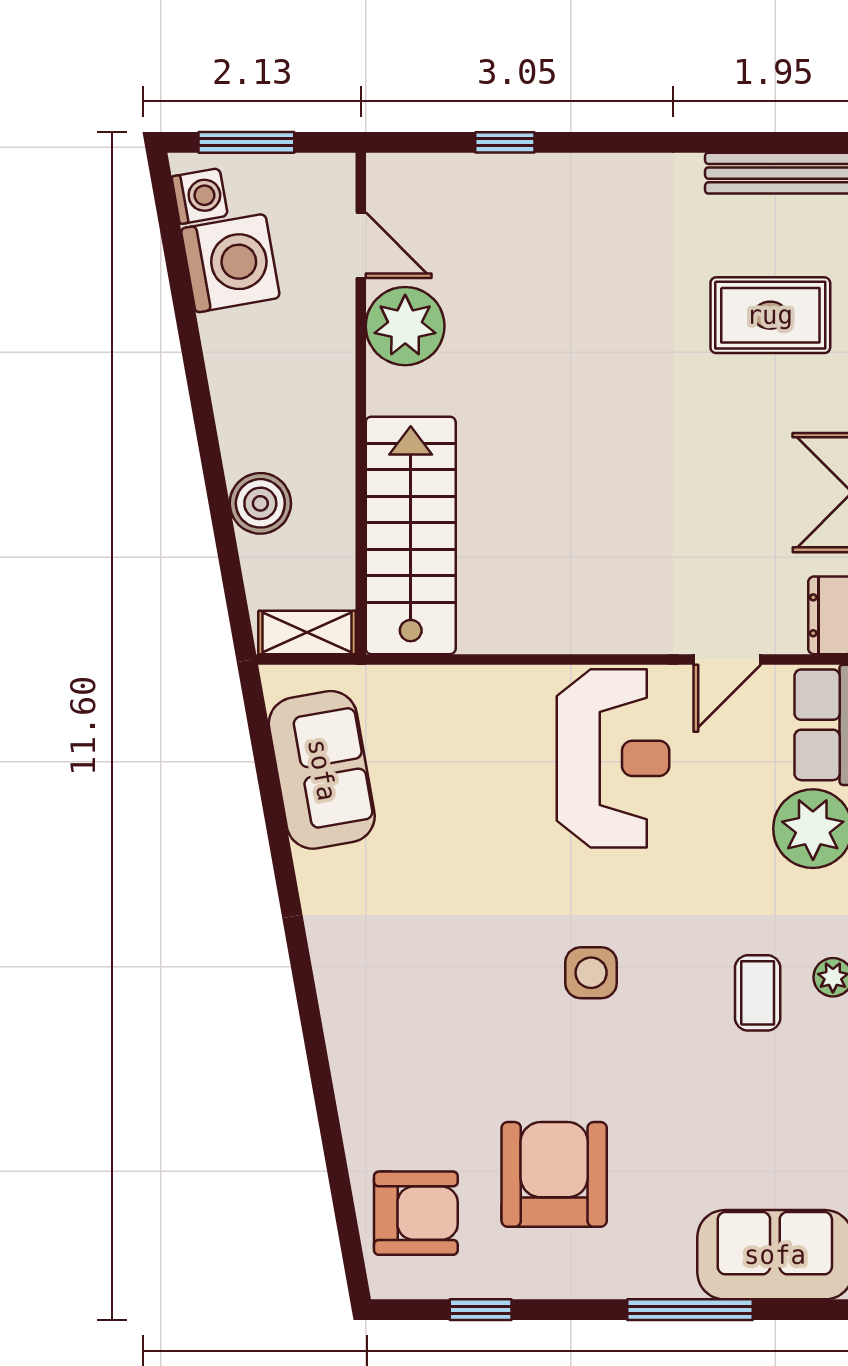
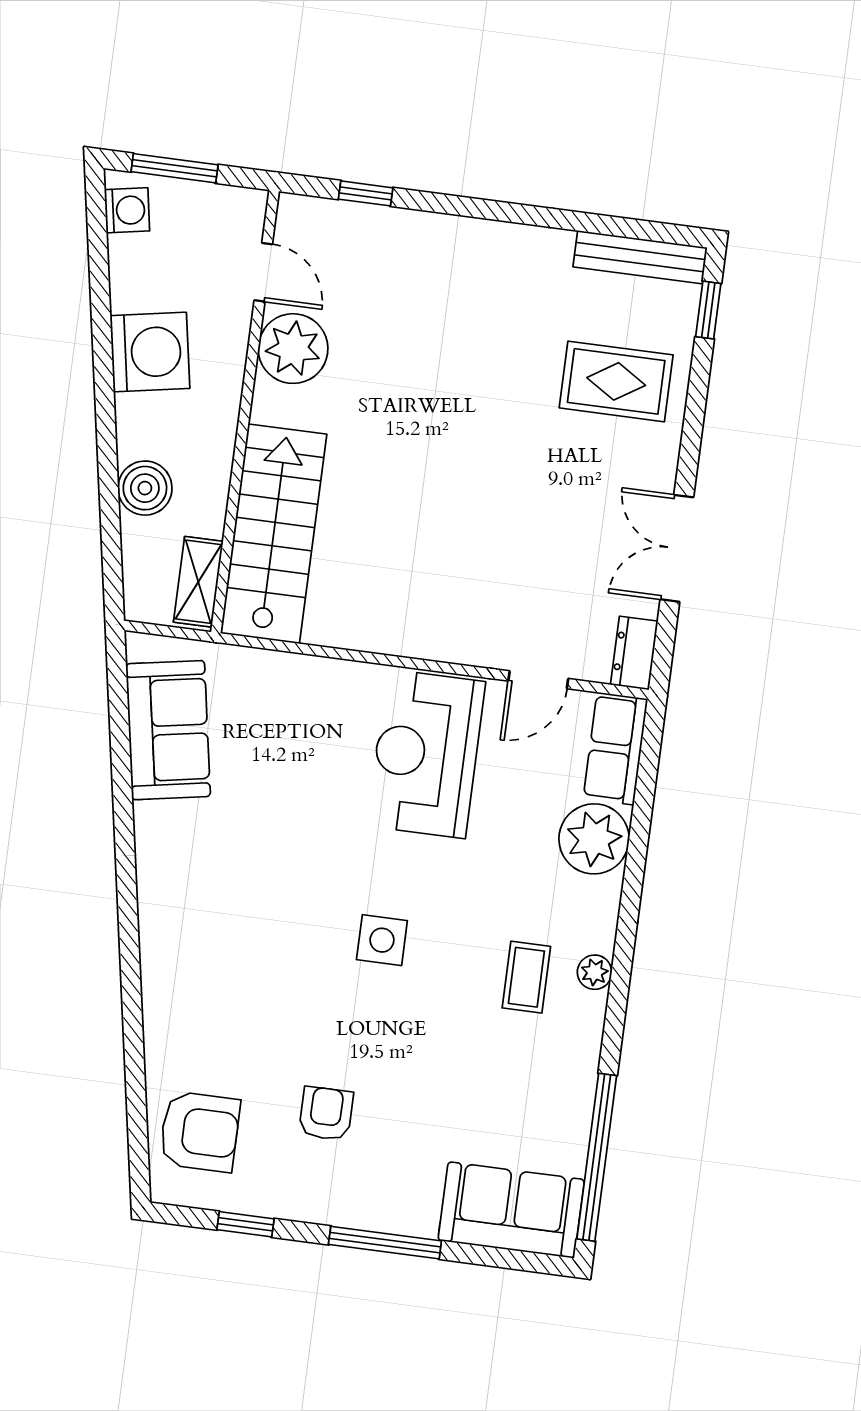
window: (505, 142) -> (366, 193), moved
washing machine: (230, 263) -> (150, 352), moved
shelving: (307, 632) -> (198, 582), moved, turned 90
reception desk: (613, 758) -> (426, 754), turned 180
armchair: (554, 1174) -> (326, 1114), width x0.53, depth x0.53
window: (690, 1310) -> (385, 1243), moved

